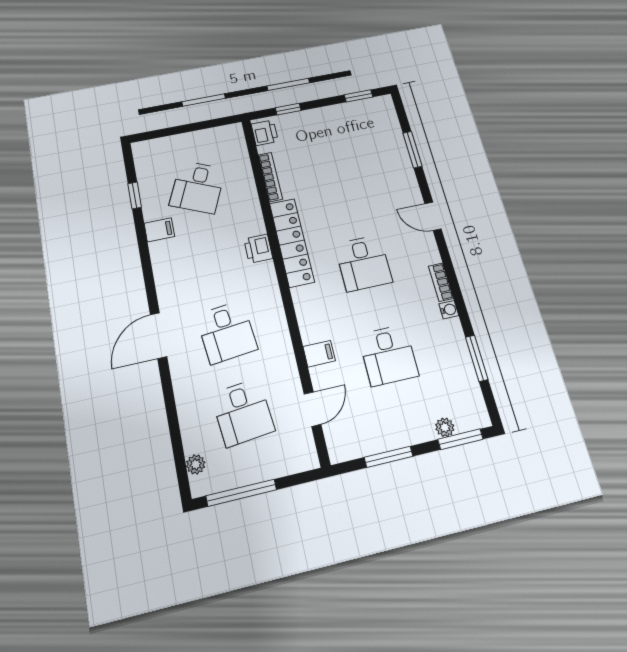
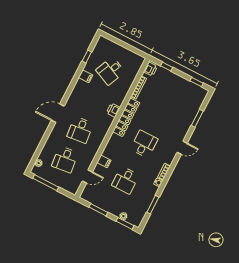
door: (433, 216) -> (182, 148), swing flipped
desk: (363, 263) -> (144, 144), turned 180

